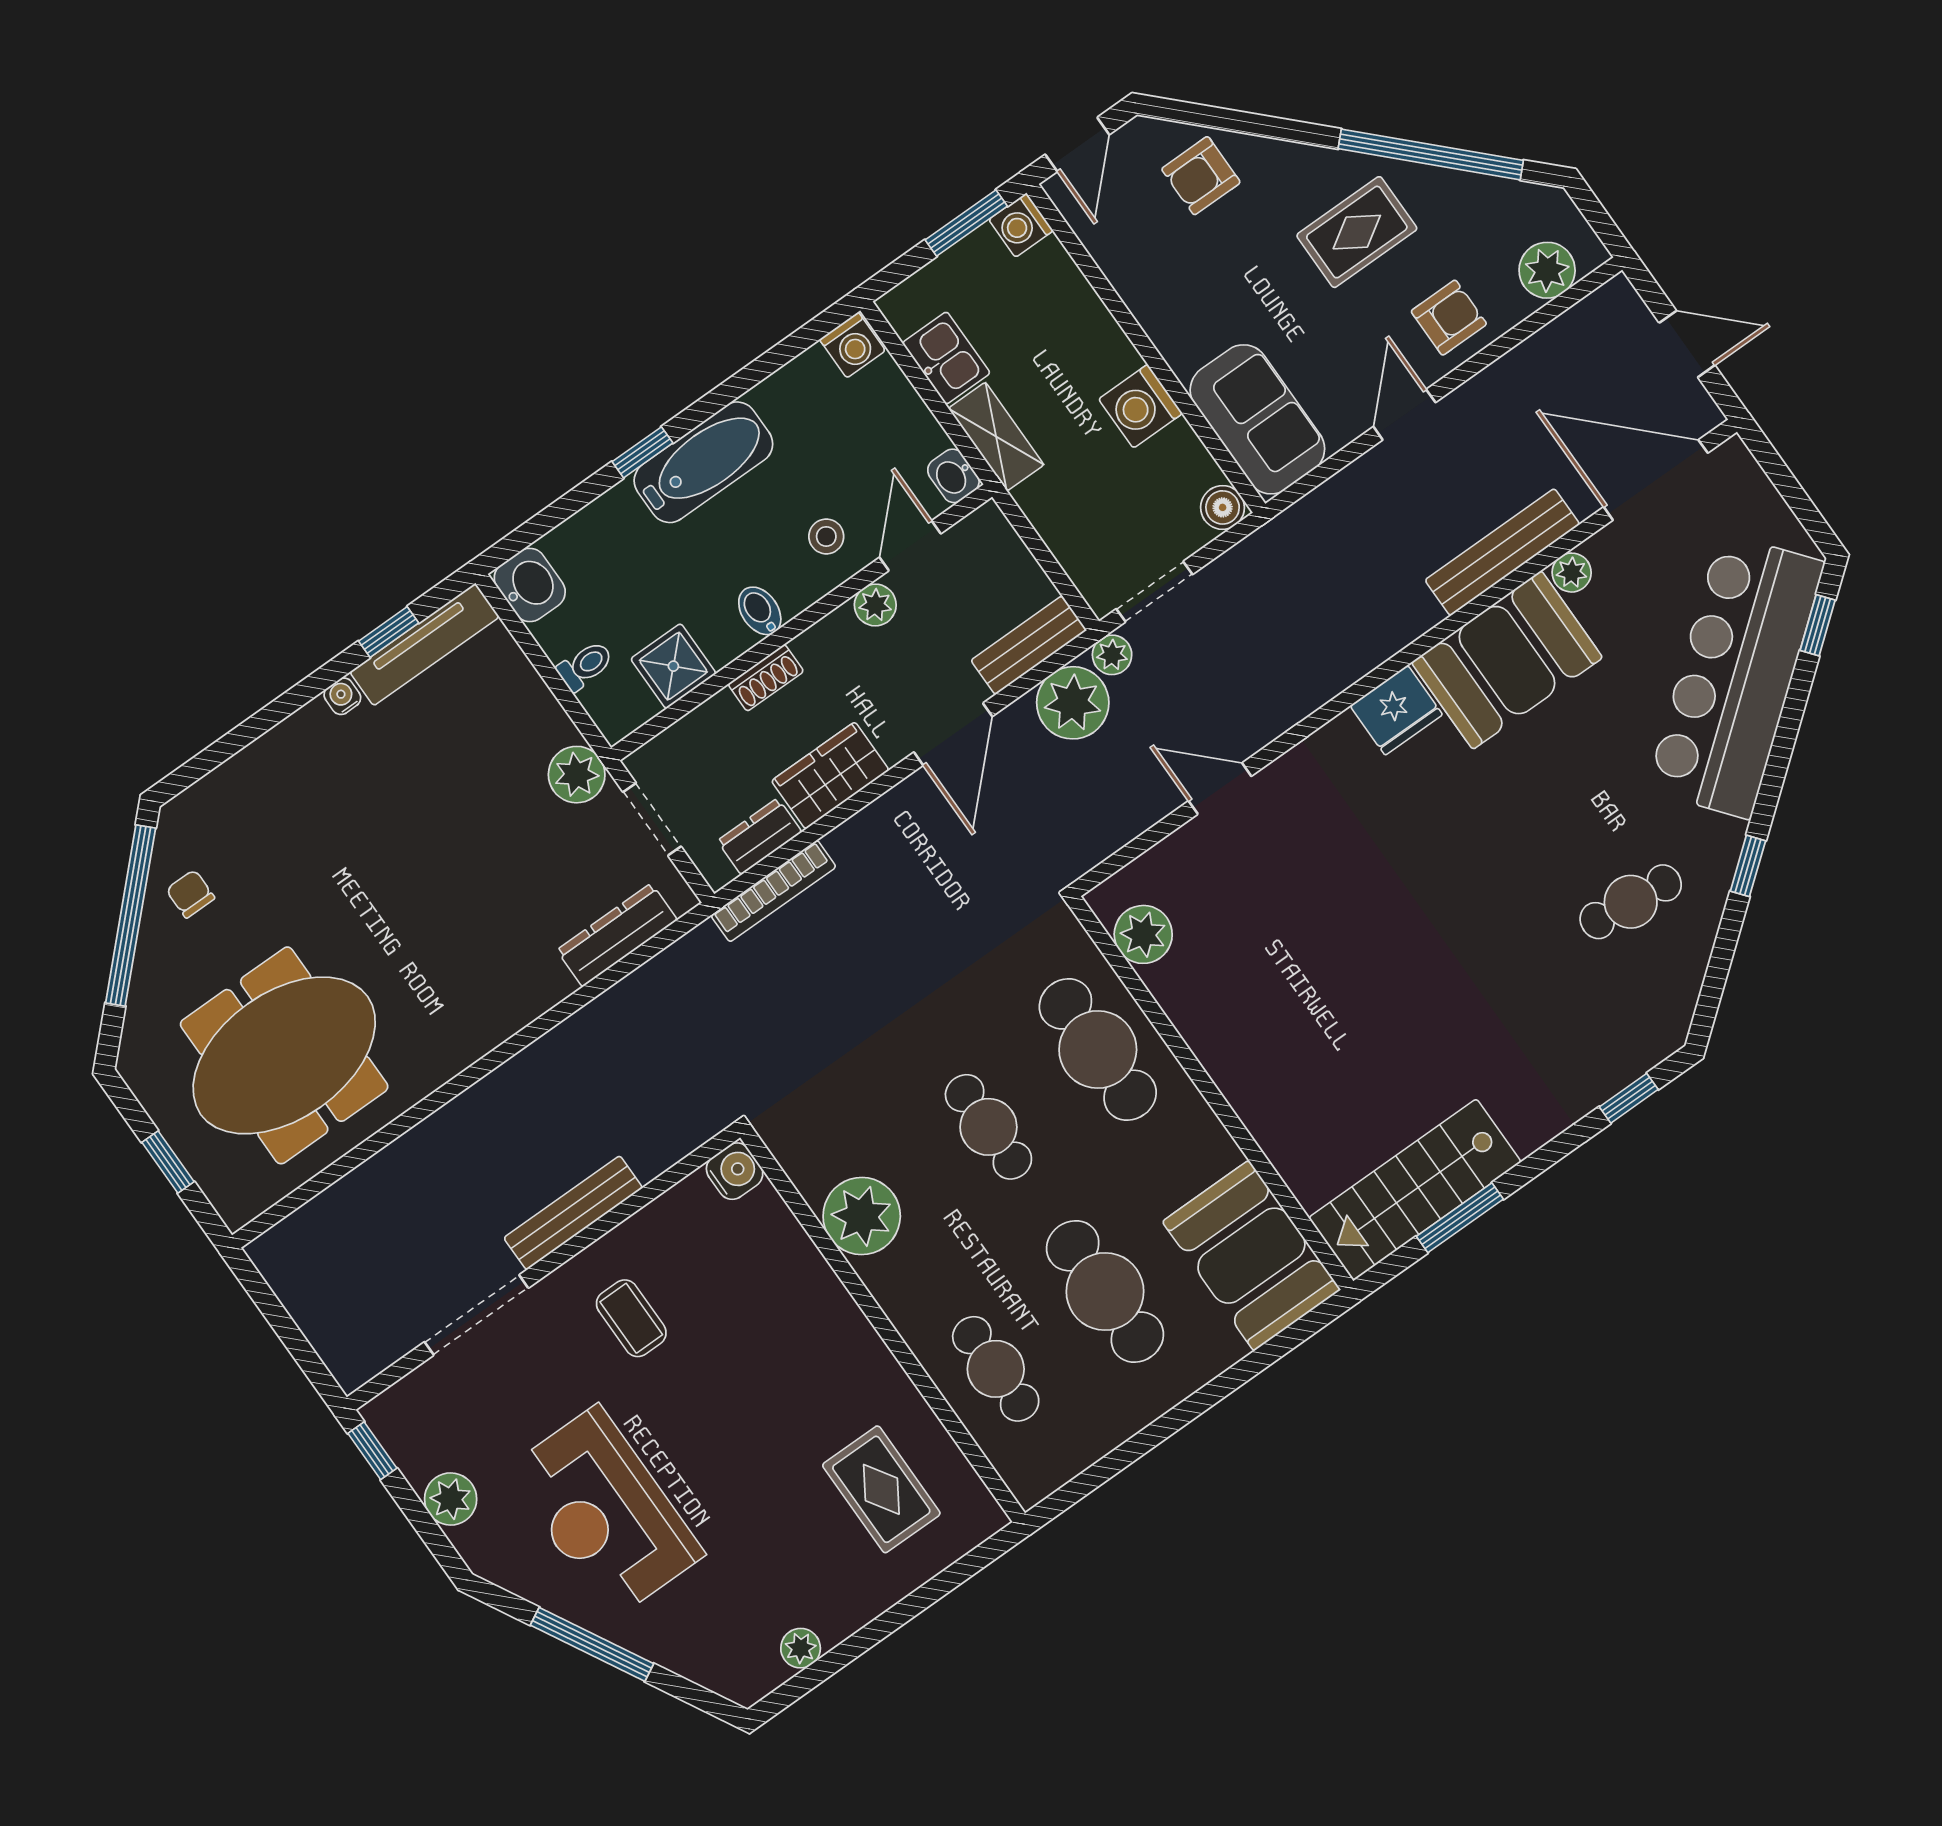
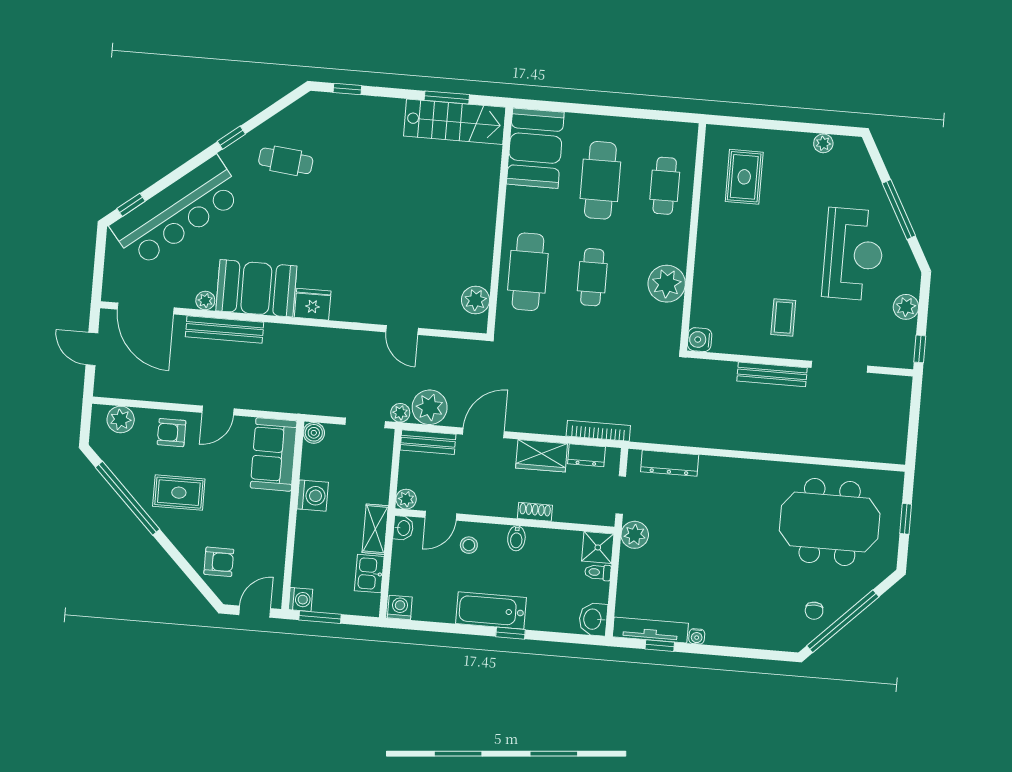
plant: (875, 605) -> (406, 499), moved
shower: (673, 666) -> (598, 547), moved

